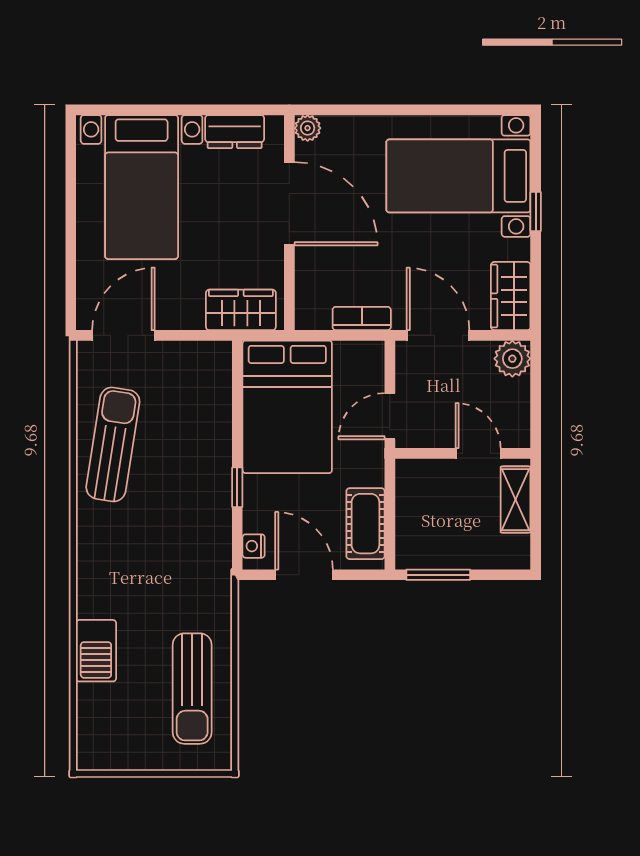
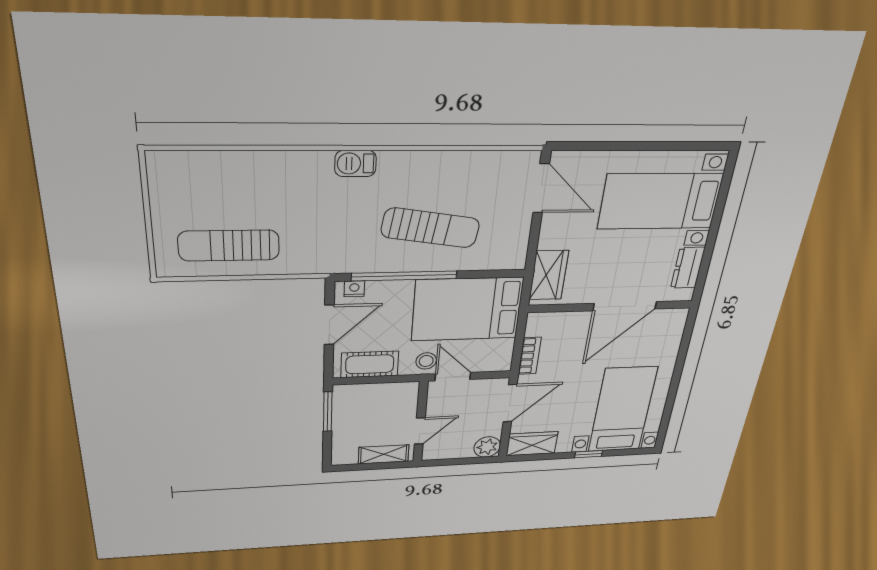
plant: (308, 128) -> (678, 316), removed
sun lounger: (113, 444) -> (430, 228), moved
stool: (364, 453) -> (426, 361), added
window: (237, 487) -> (404, 276), width x3.17
barbecue: (96, 651) -> (355, 164), moved, width x0.73, depth x0.79

